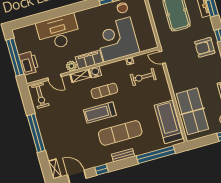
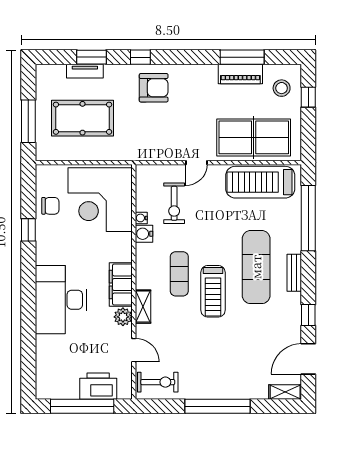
desk: (58, 32) -> (61, 300), moved
corner desk: (117, 40) -> (100, 200), moved
armchair: (205, 47) -> (154, 88), turned -90
door: (162, 57) -> (196, 163), moved
water cooler: (95, 72) -> (144, 234), moved
door: (55, 77) -> (134, 350), hinge flipped

